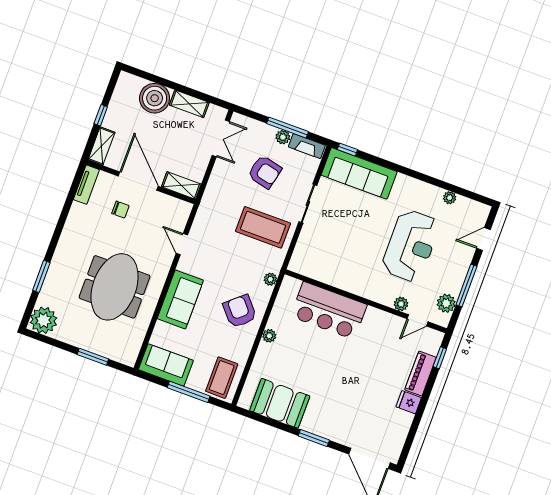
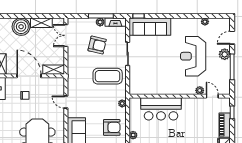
double door: (221, 138) -> (66, 35), swing flipped
reception desk: (411, 246) -> (193, 56), turned 180
plant: (446, 303) -> (225, 54), moved
armchair: (240, 311) -> (112, 127), turned 131
door: (418, 320) -> (212, 96), swing flipped

